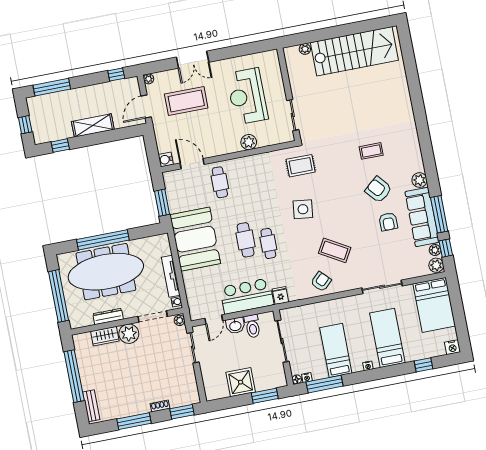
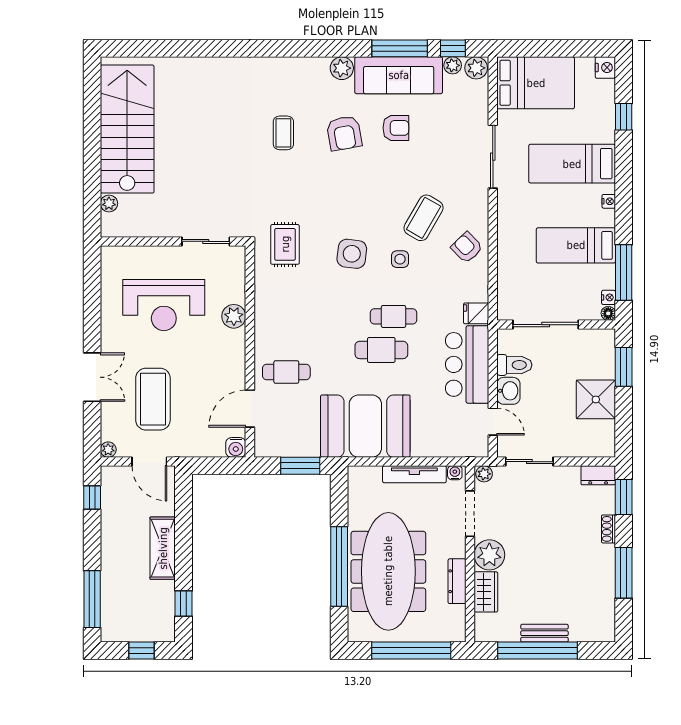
armchair: (379, 190) -> (344, 133), turned -59
side table: (305, 241) -> (400, 259), added
dresser: (193, 393) -> (598, 475), added
bench: (91, 406) -> (544, 633), moved

